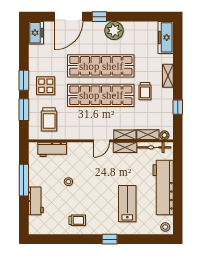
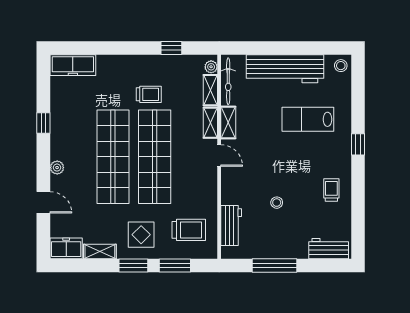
door: (68, 17) -> (43, 202), width x0.53
window: (99, 17) -> (43, 123), moved
plant: (114, 31) -> (57, 168), moved, width x0.53, depth x0.53
shelving: (168, 76) -> (100, 251), moved
workbench: (36, 201) -> (329, 249), moved

